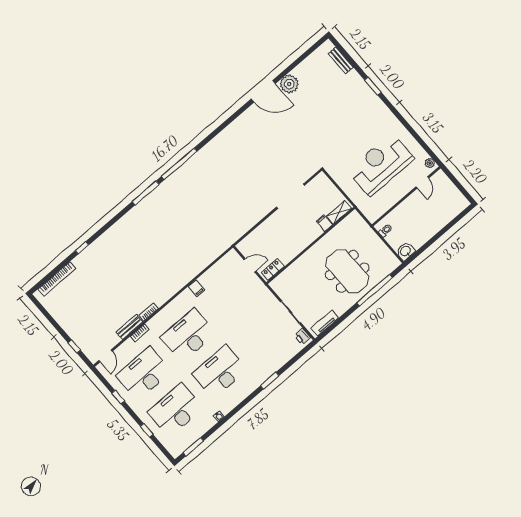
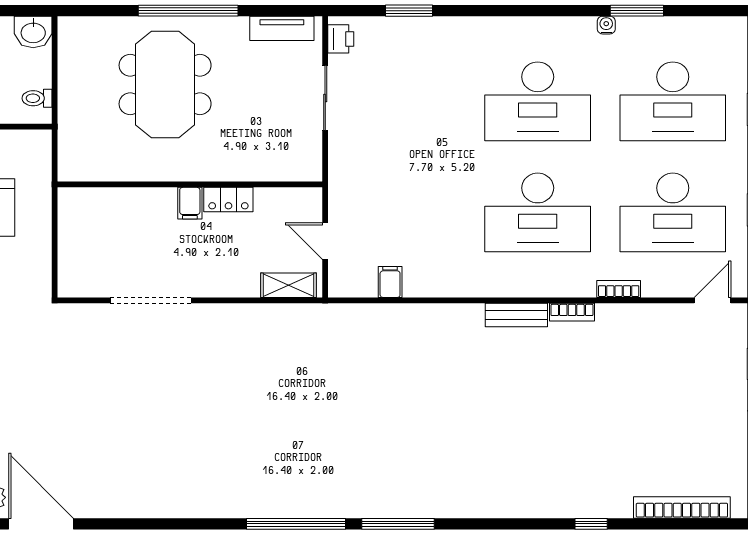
shelving: (339, 212) -> (288, 285), moved
filing cabinet: (324, 223) -> (190, 203), moved
locker: (273, 269) -> (228, 200), moved
filing cabinet: (196, 288) -> (390, 282), moved
window: (375, 290) -> (188, 11), moved
bench: (129, 327) -> (516, 315), moved
window: (270, 381) -> (409, 11), moved
window: (193, 447) -> (637, 11), moved

